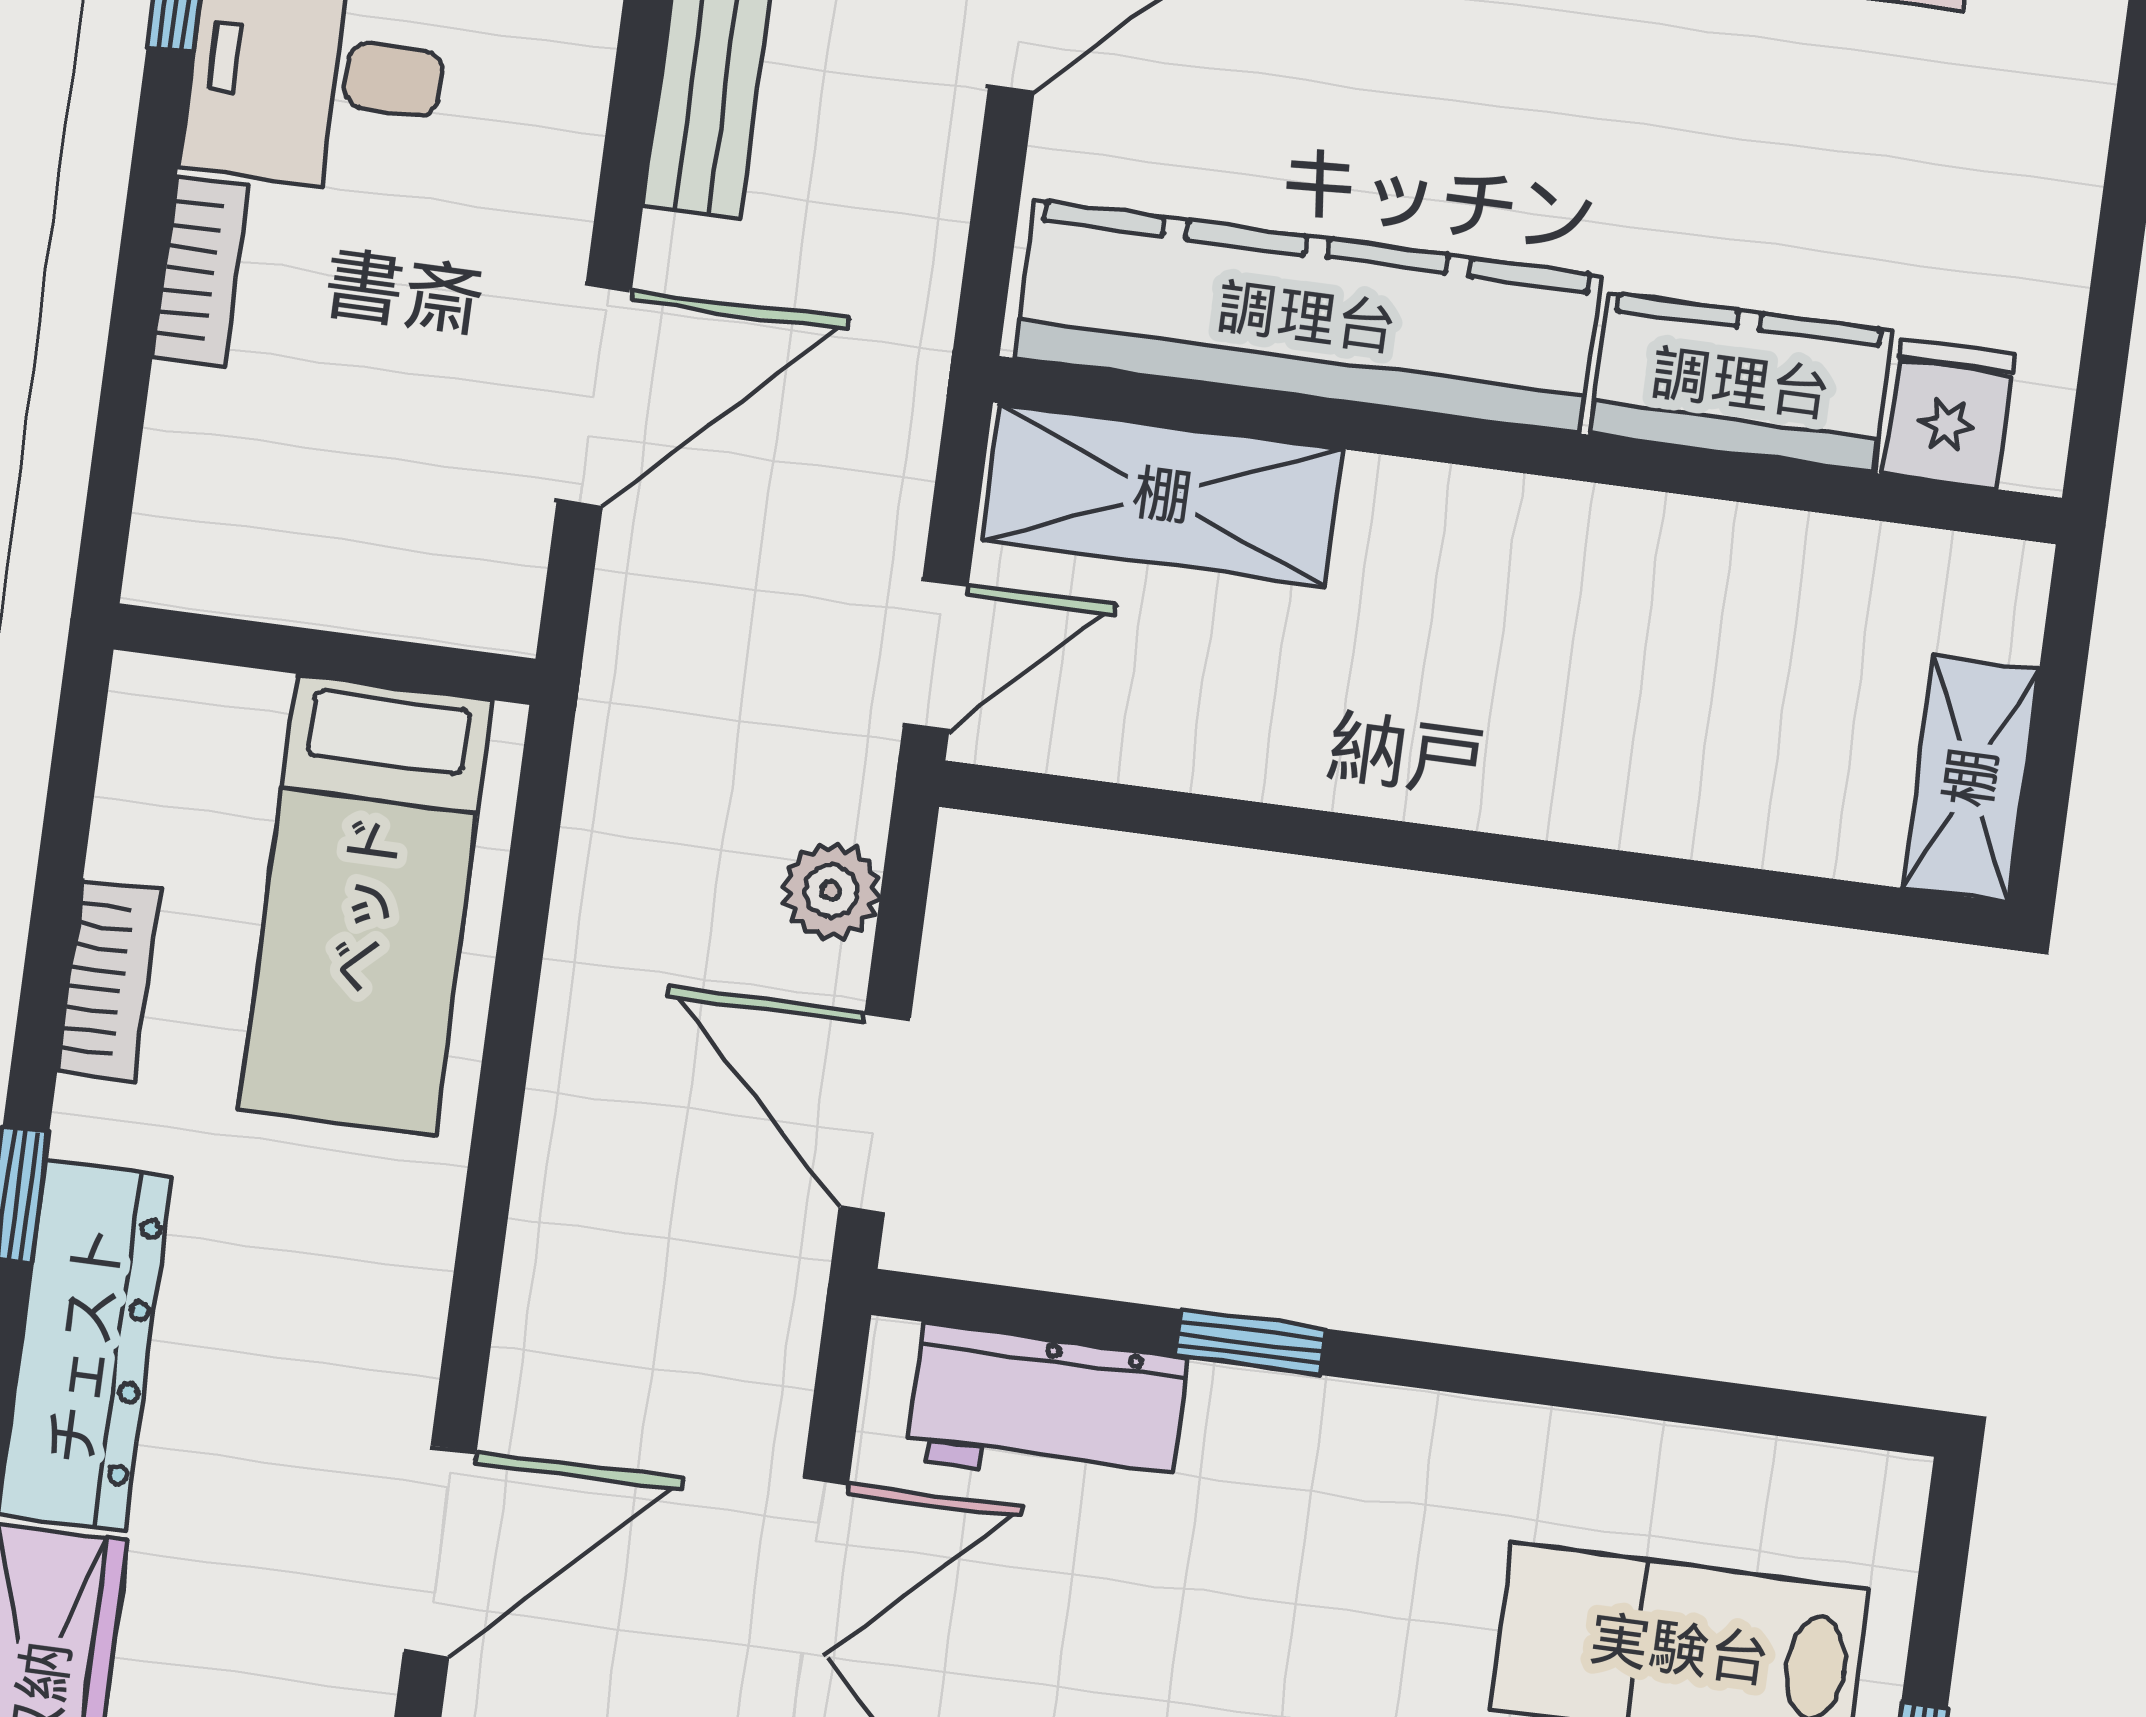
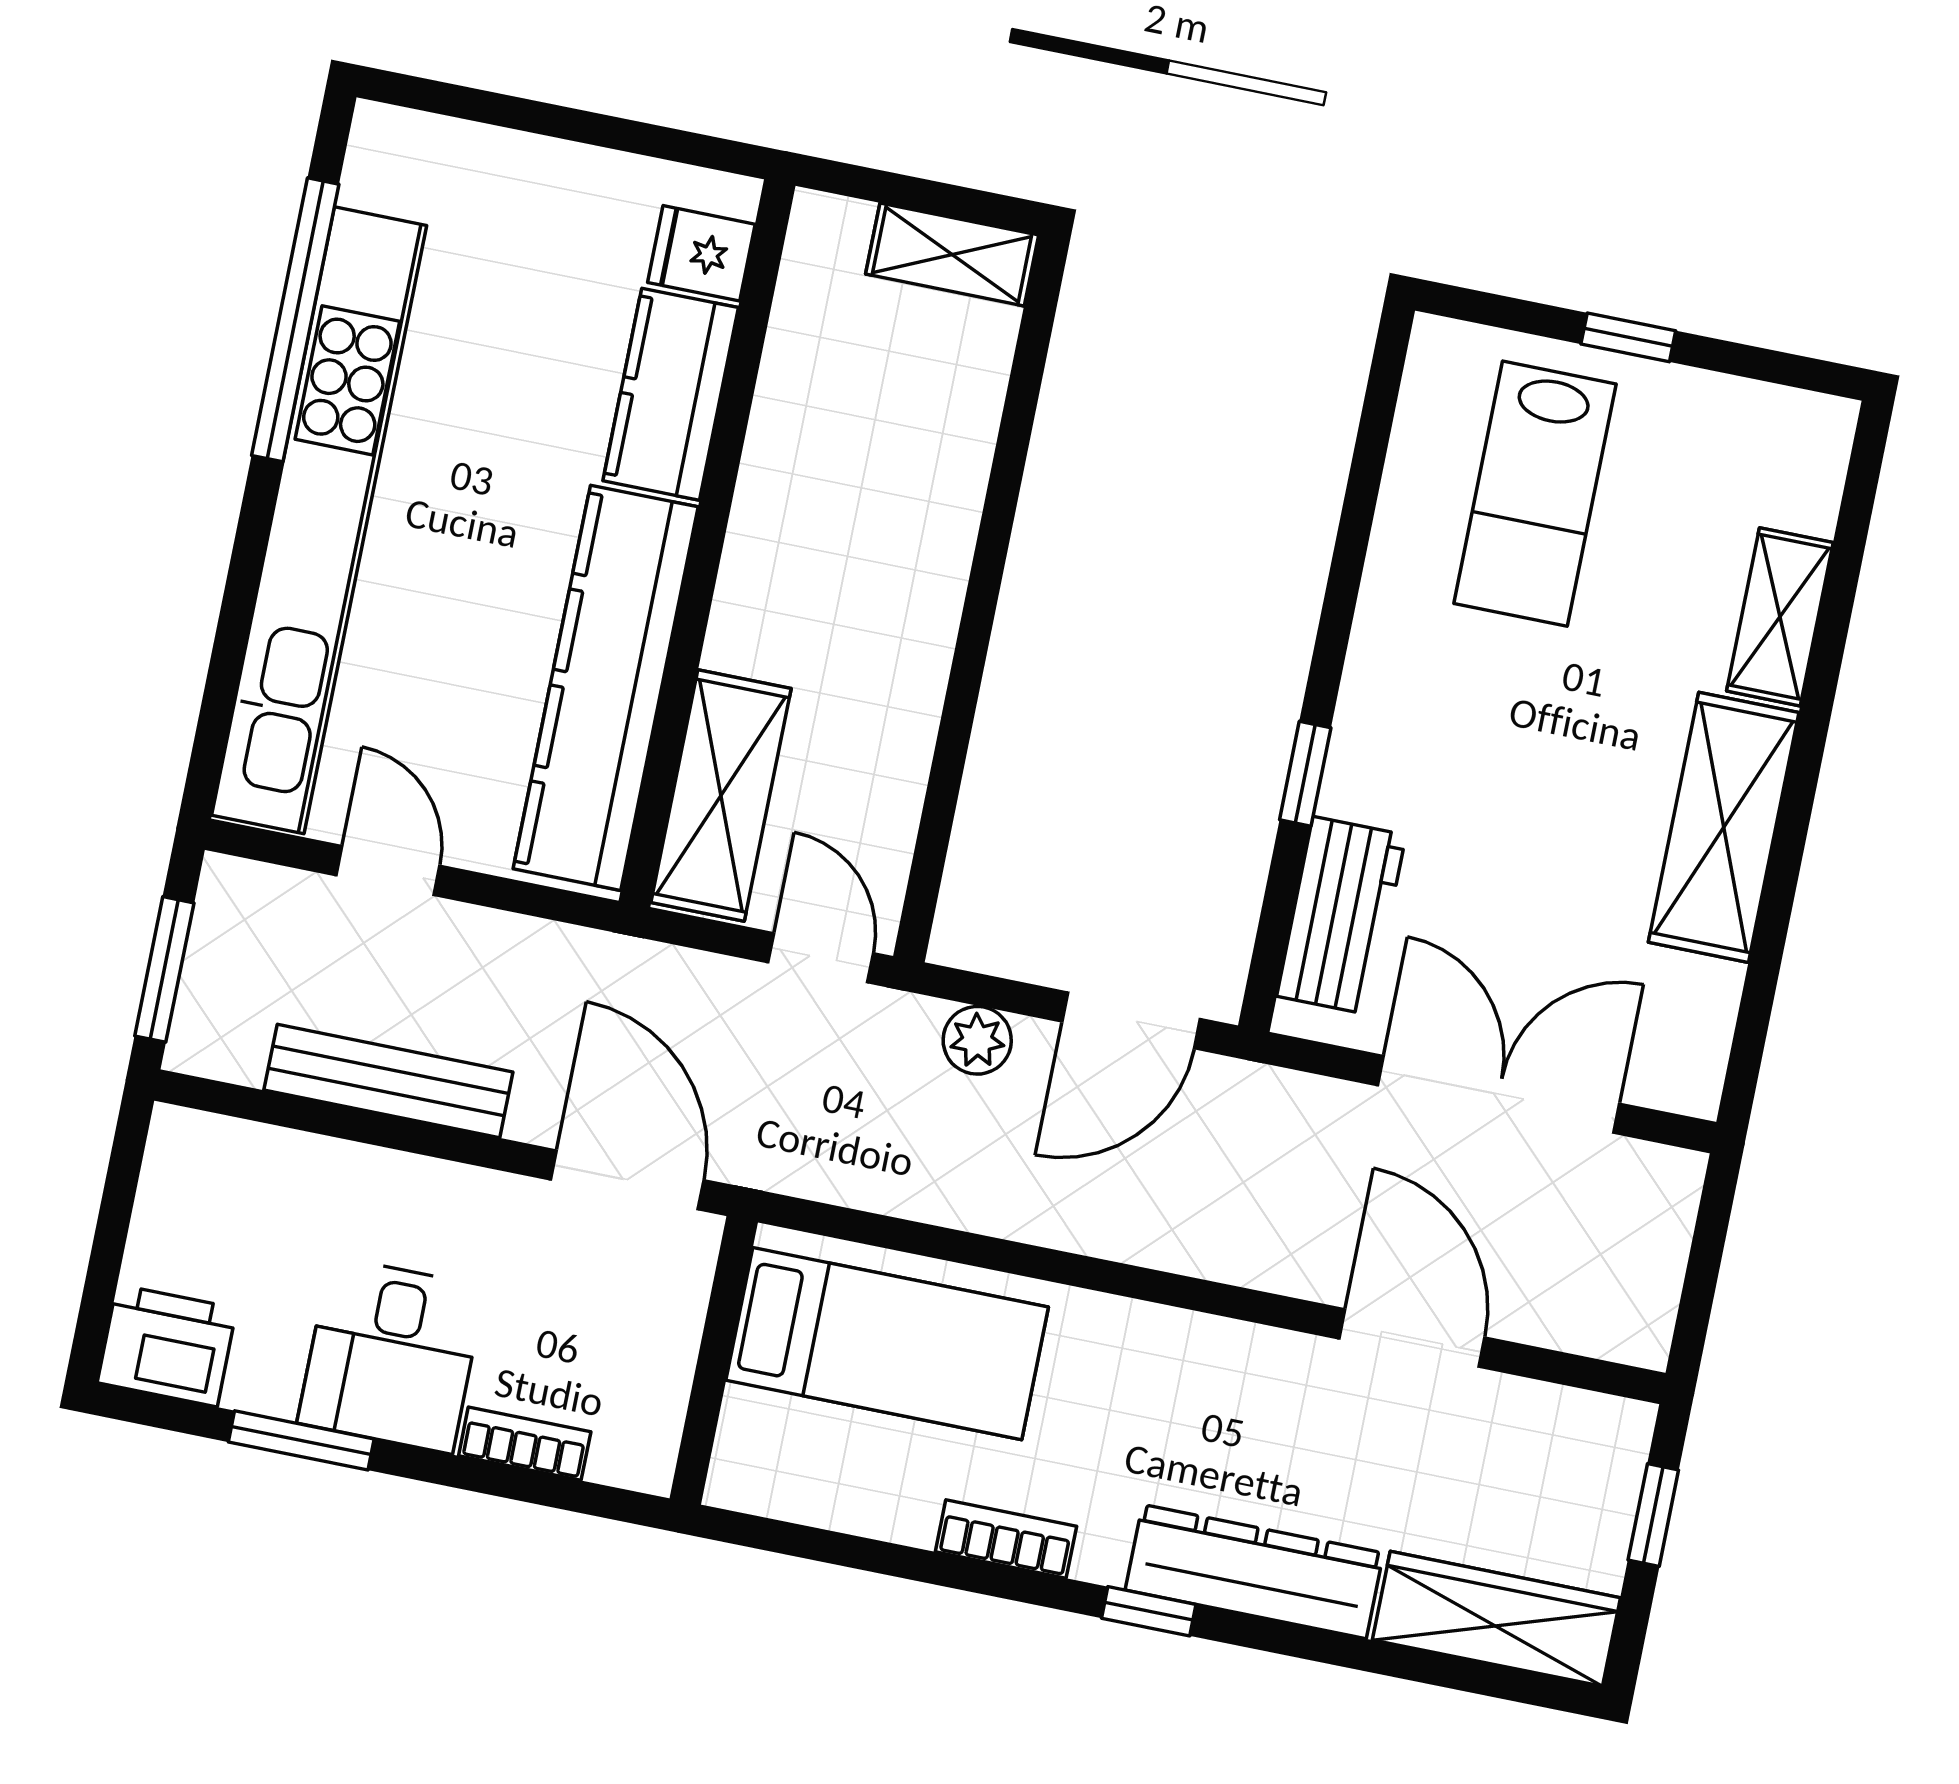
wall: (324, 654) -> (714, 1360), moved
bed: (366, 905) -> (887, 1344), moved

